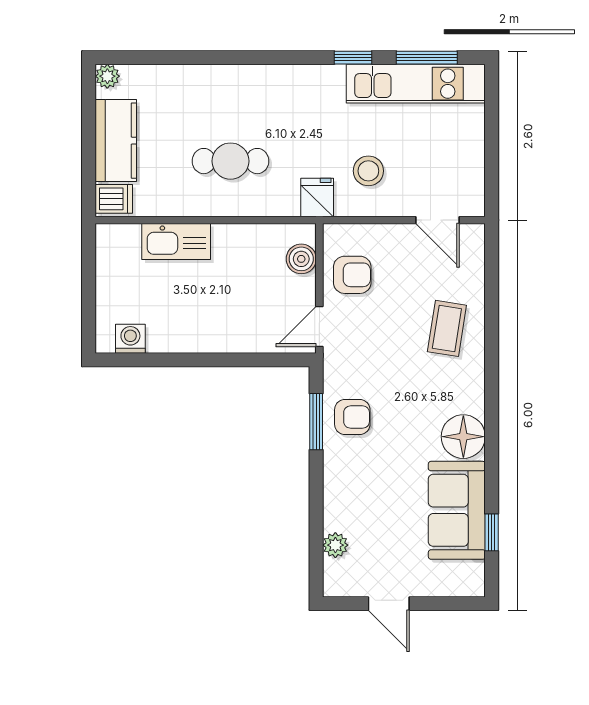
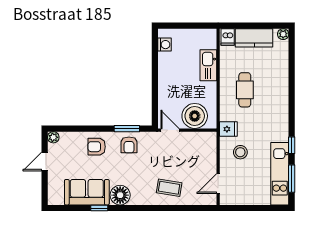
boiler: (301, 259) -> (195, 116), width x1.86, depth x1.86
armchair: (352, 275) -> (97, 147), moved, turned 90
window: (492, 532) -> (99, 208), moved
plant: (335, 545) -> (53, 137), moved

